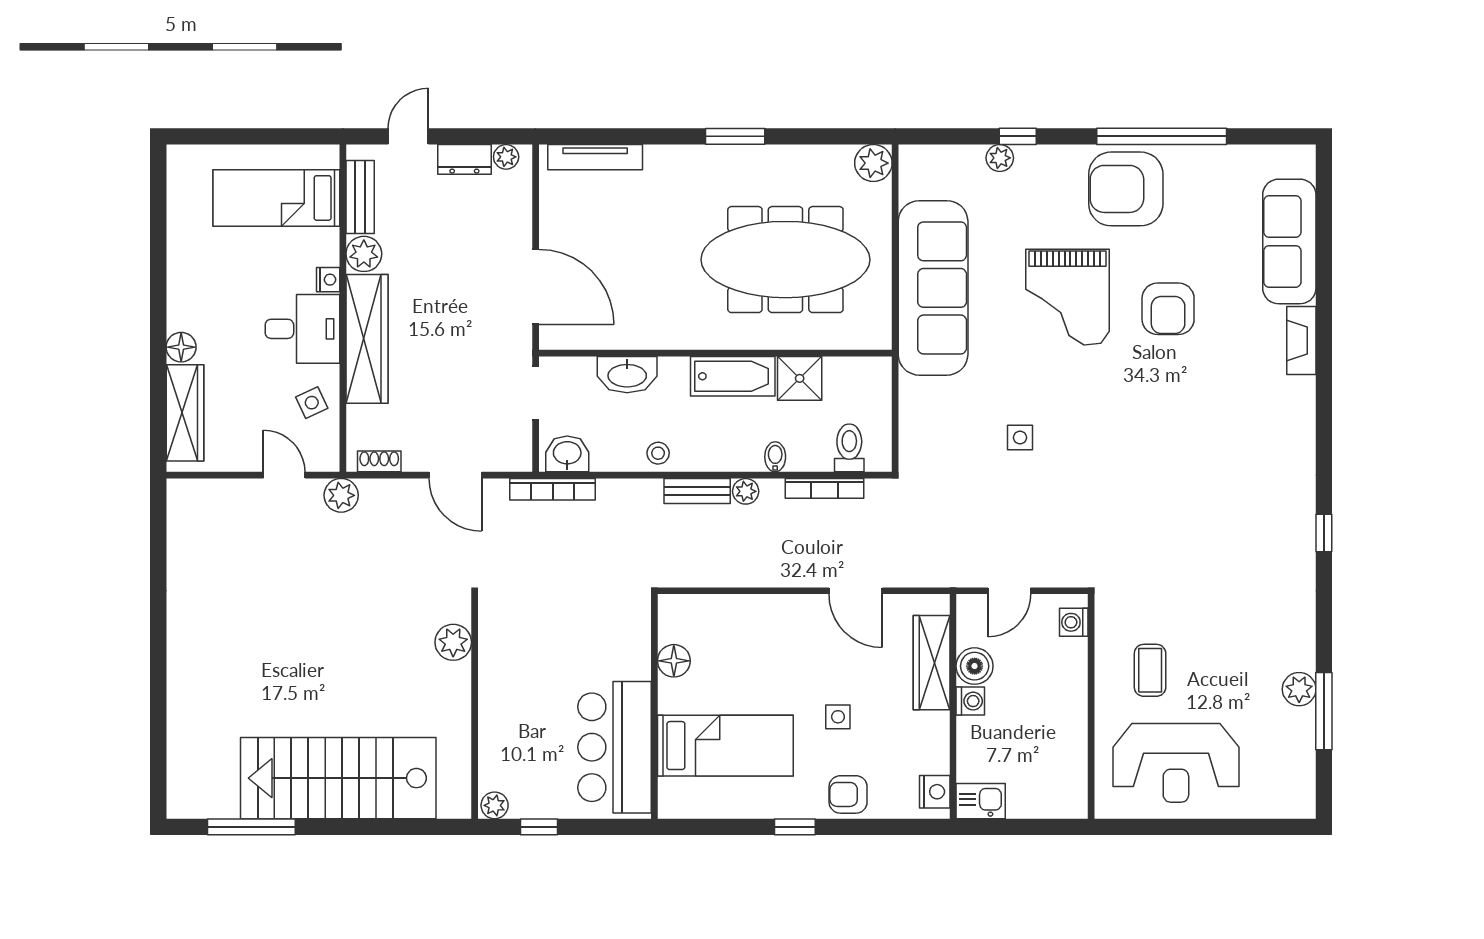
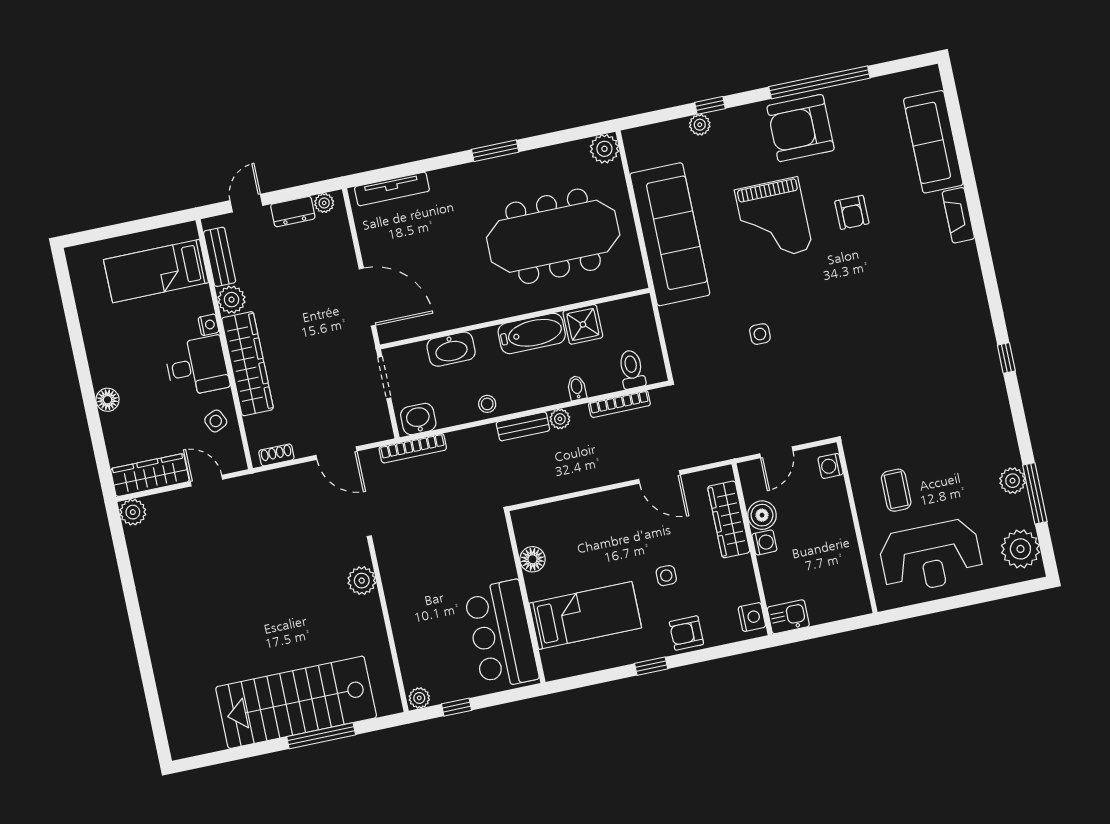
armchair: (1168, 309) -> (852, 212), width x0.72, depth x0.72
wardrobe: (185, 413) -> (150, 475), moved, turned -90
plant: (341, 495) -> (133, 512), moved
plant: (1291, 777) -> (1020, 549), added
window: (251, 827) -> (321, 736), moved

